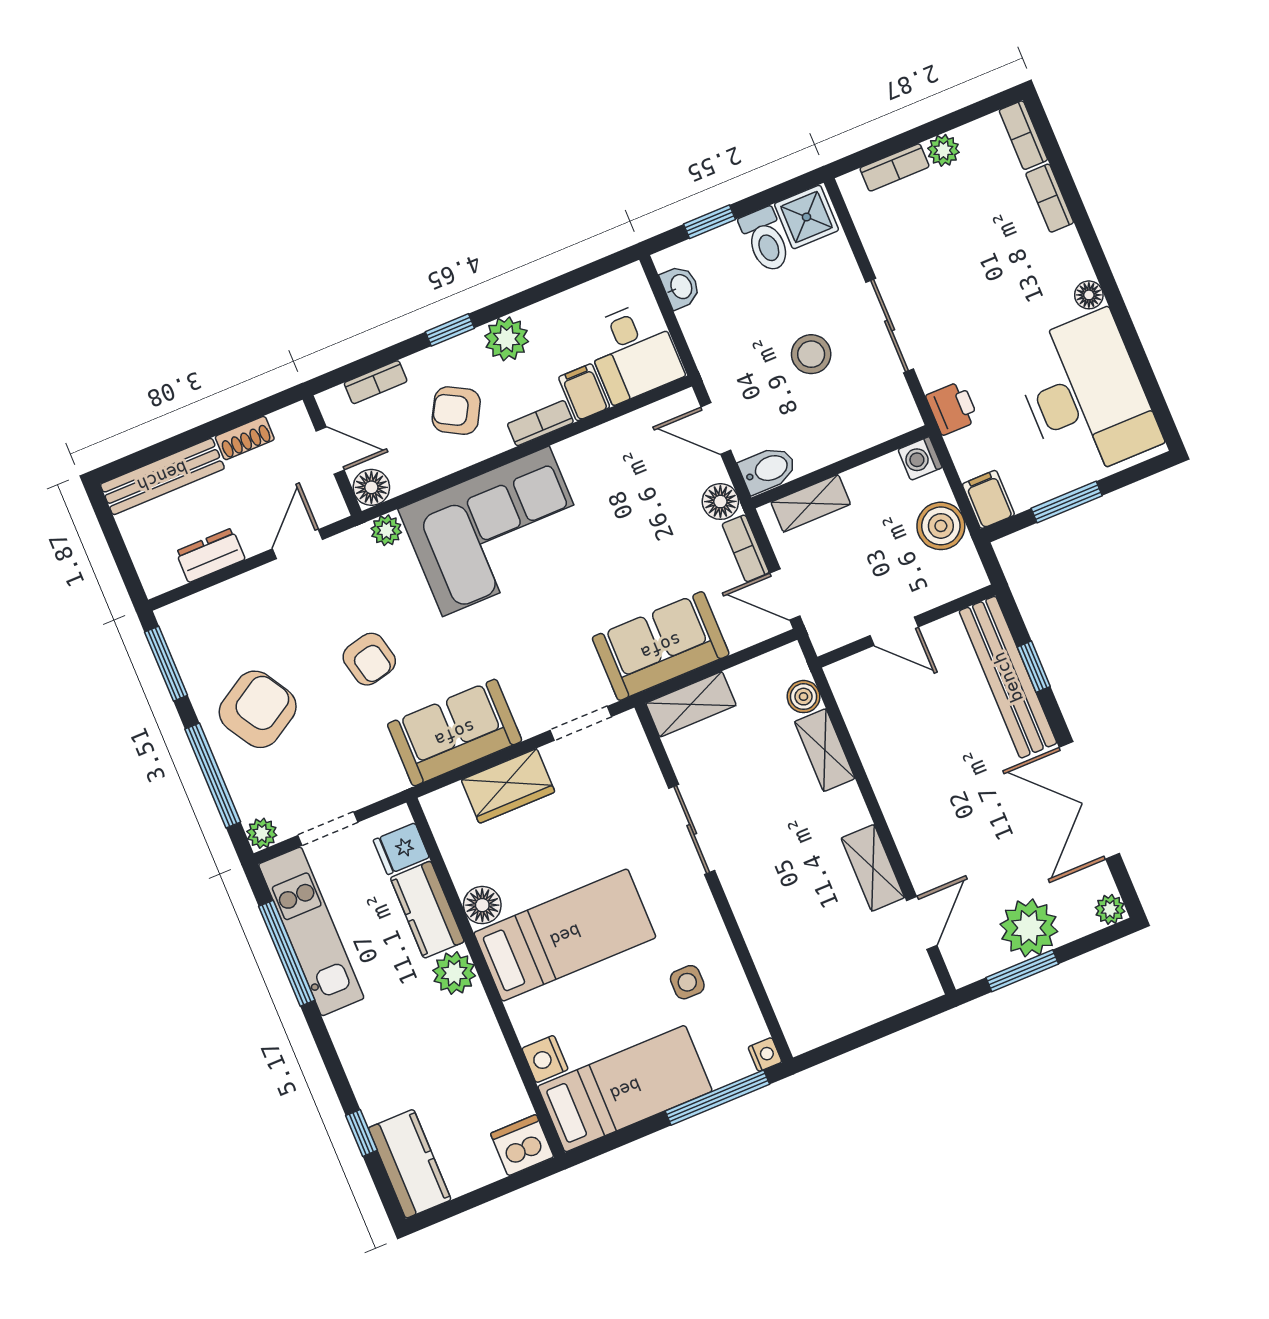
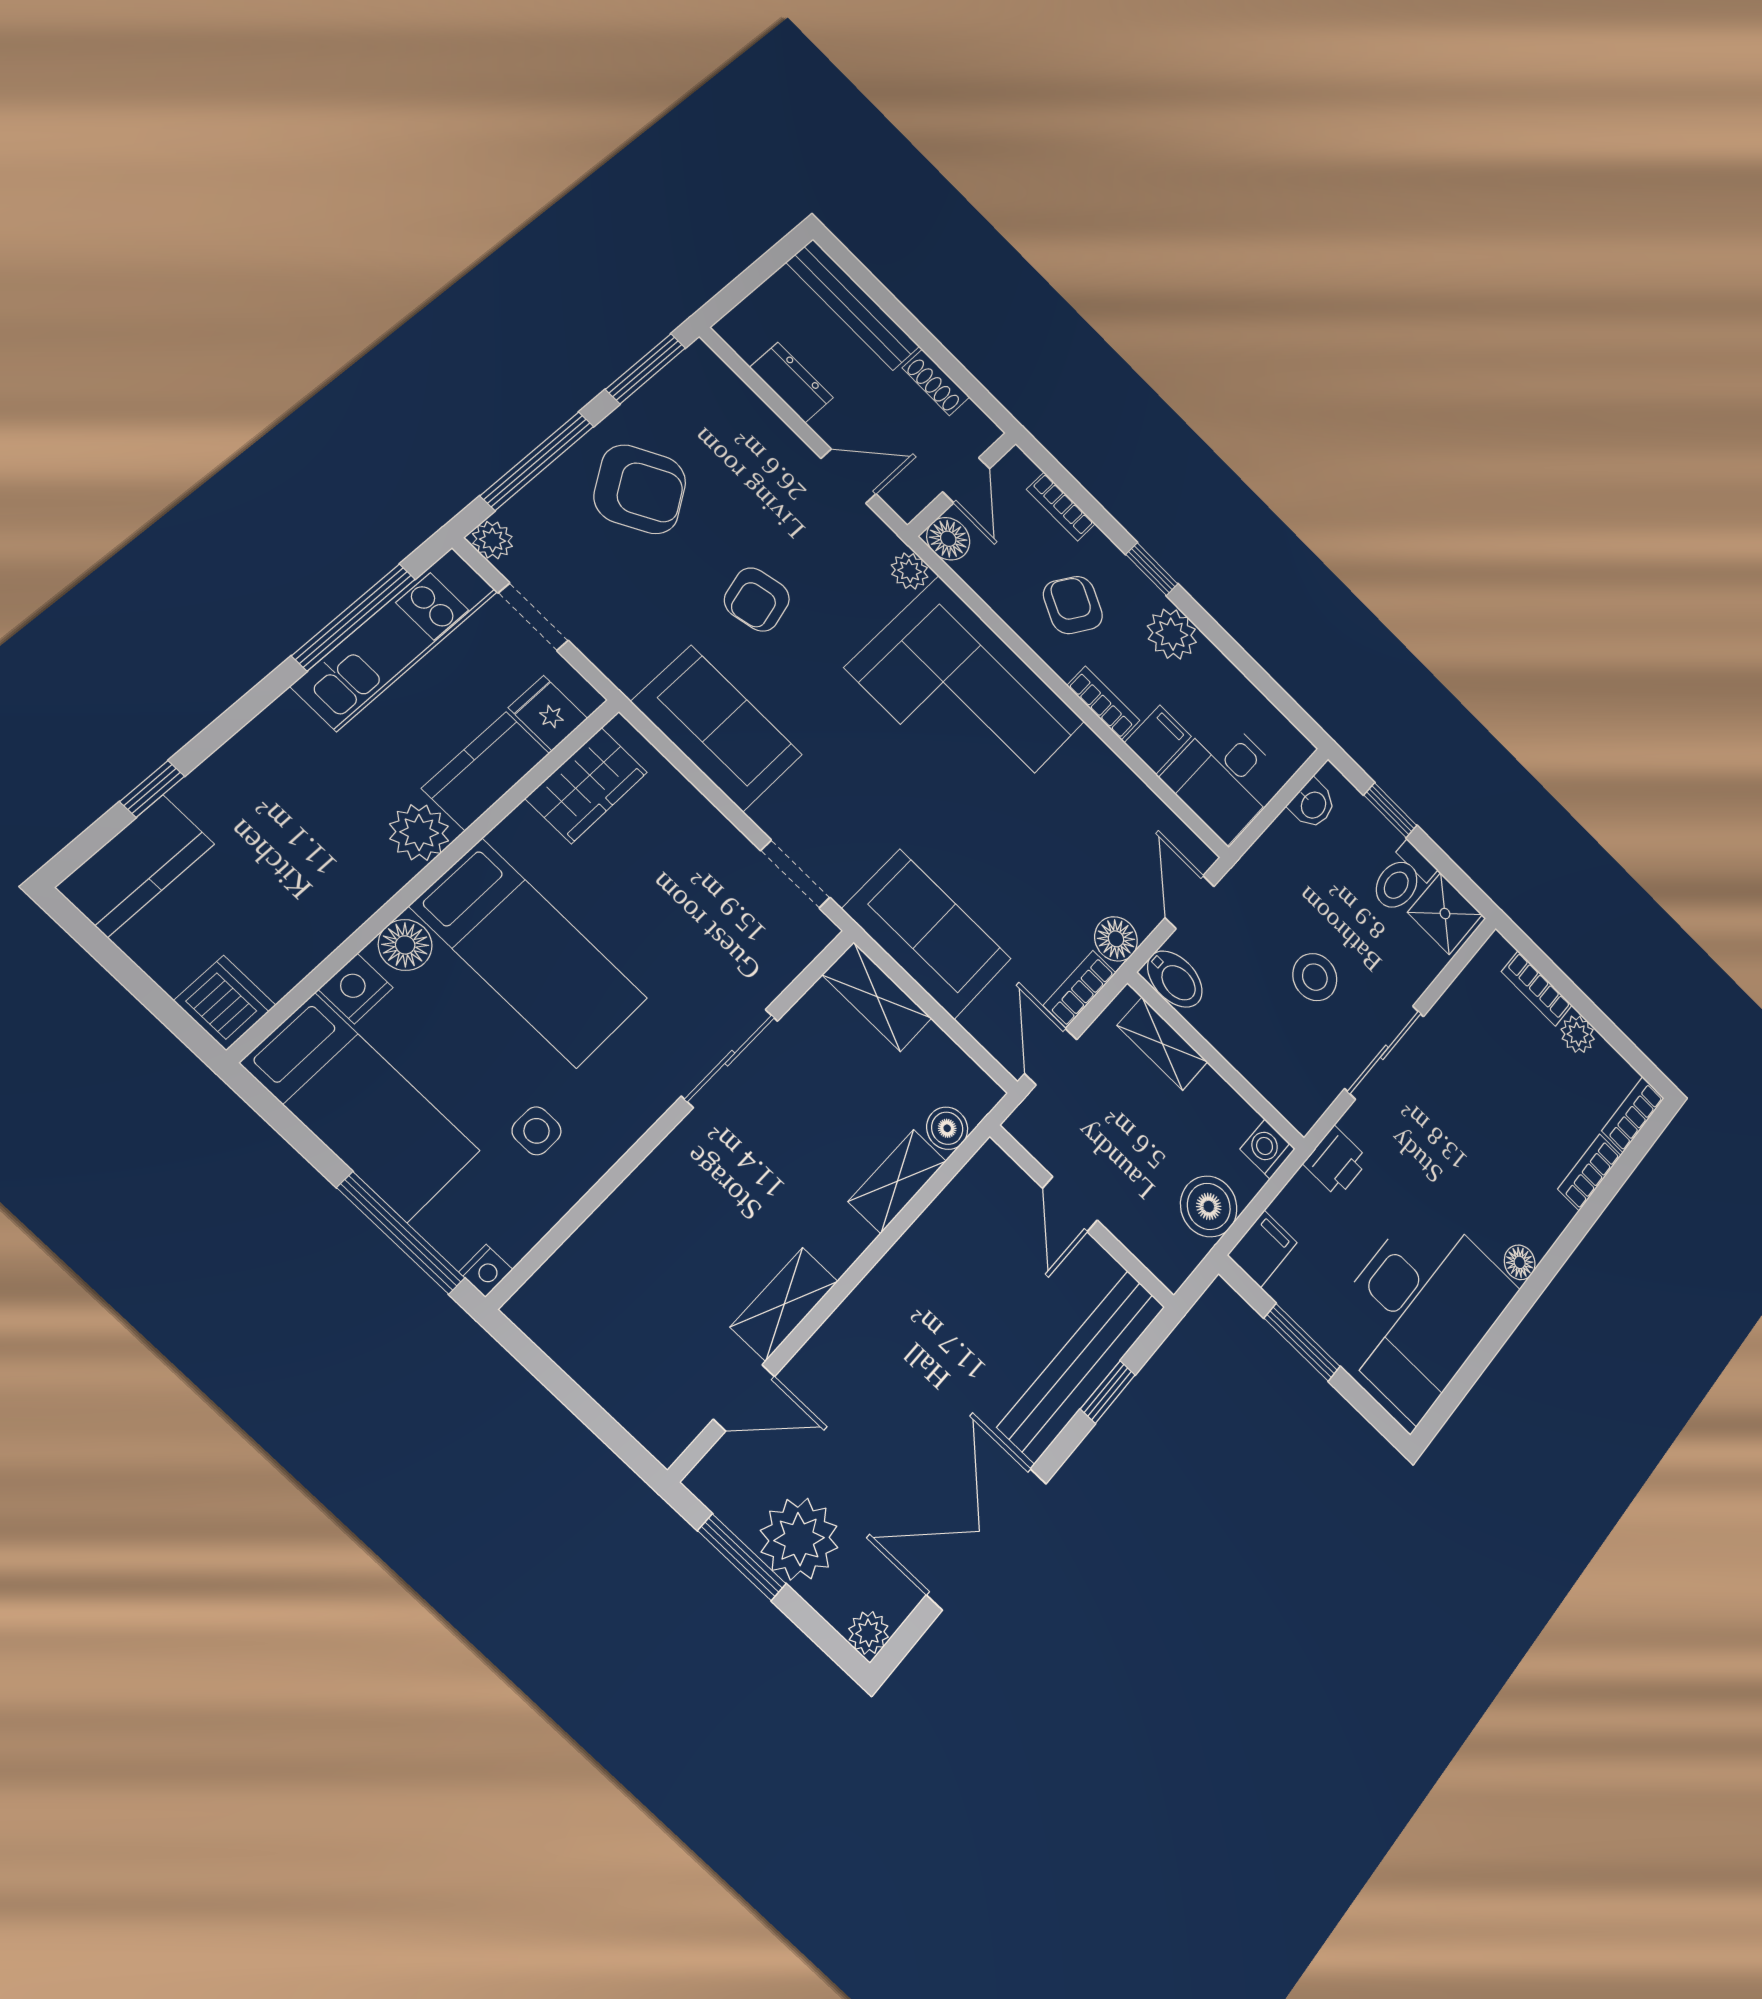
wardrobe: (508, 786) -> (586, 785), moved, turned -90
floor lamp: (482, 905) -> (405, 945), moved

